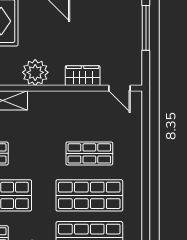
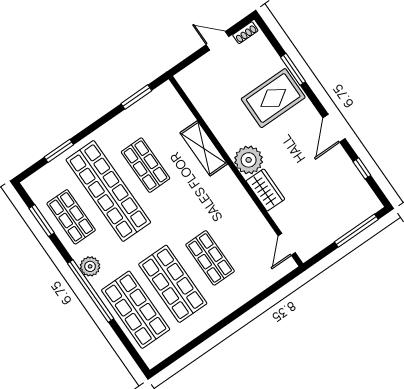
wardrobe: (83, 76) -> (265, 190), moved

